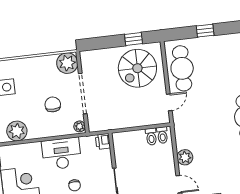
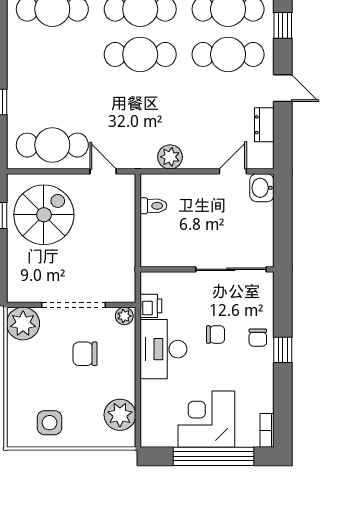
spiral stairs: (137, 68) -> (44, 215), turned -90
toilet: (162, 135) -> (153, 188), removed
printer: (103, 141) -> (151, 306), moved, turned -90
plant: (185, 157) -> (170, 157), moved

